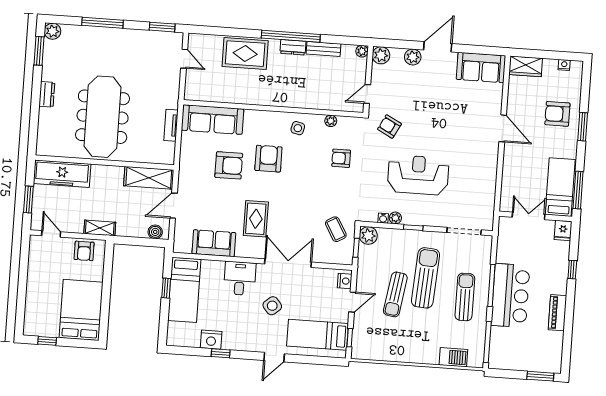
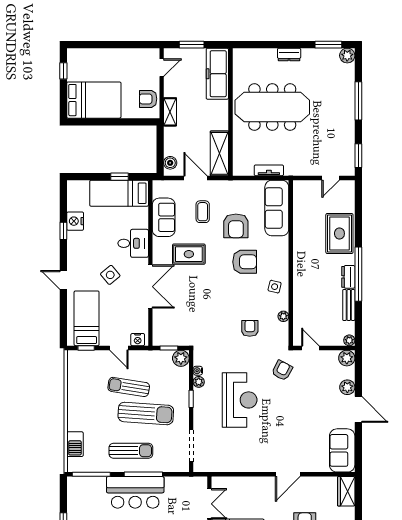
coffee table: (336, 229) -> (203, 212), moved, turned -60

